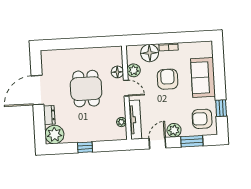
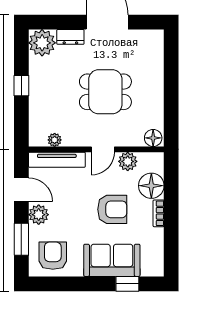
floor lamp: (117, 72) -> (153, 138), moved
window: (221, 108) -> (127, 284), moved

